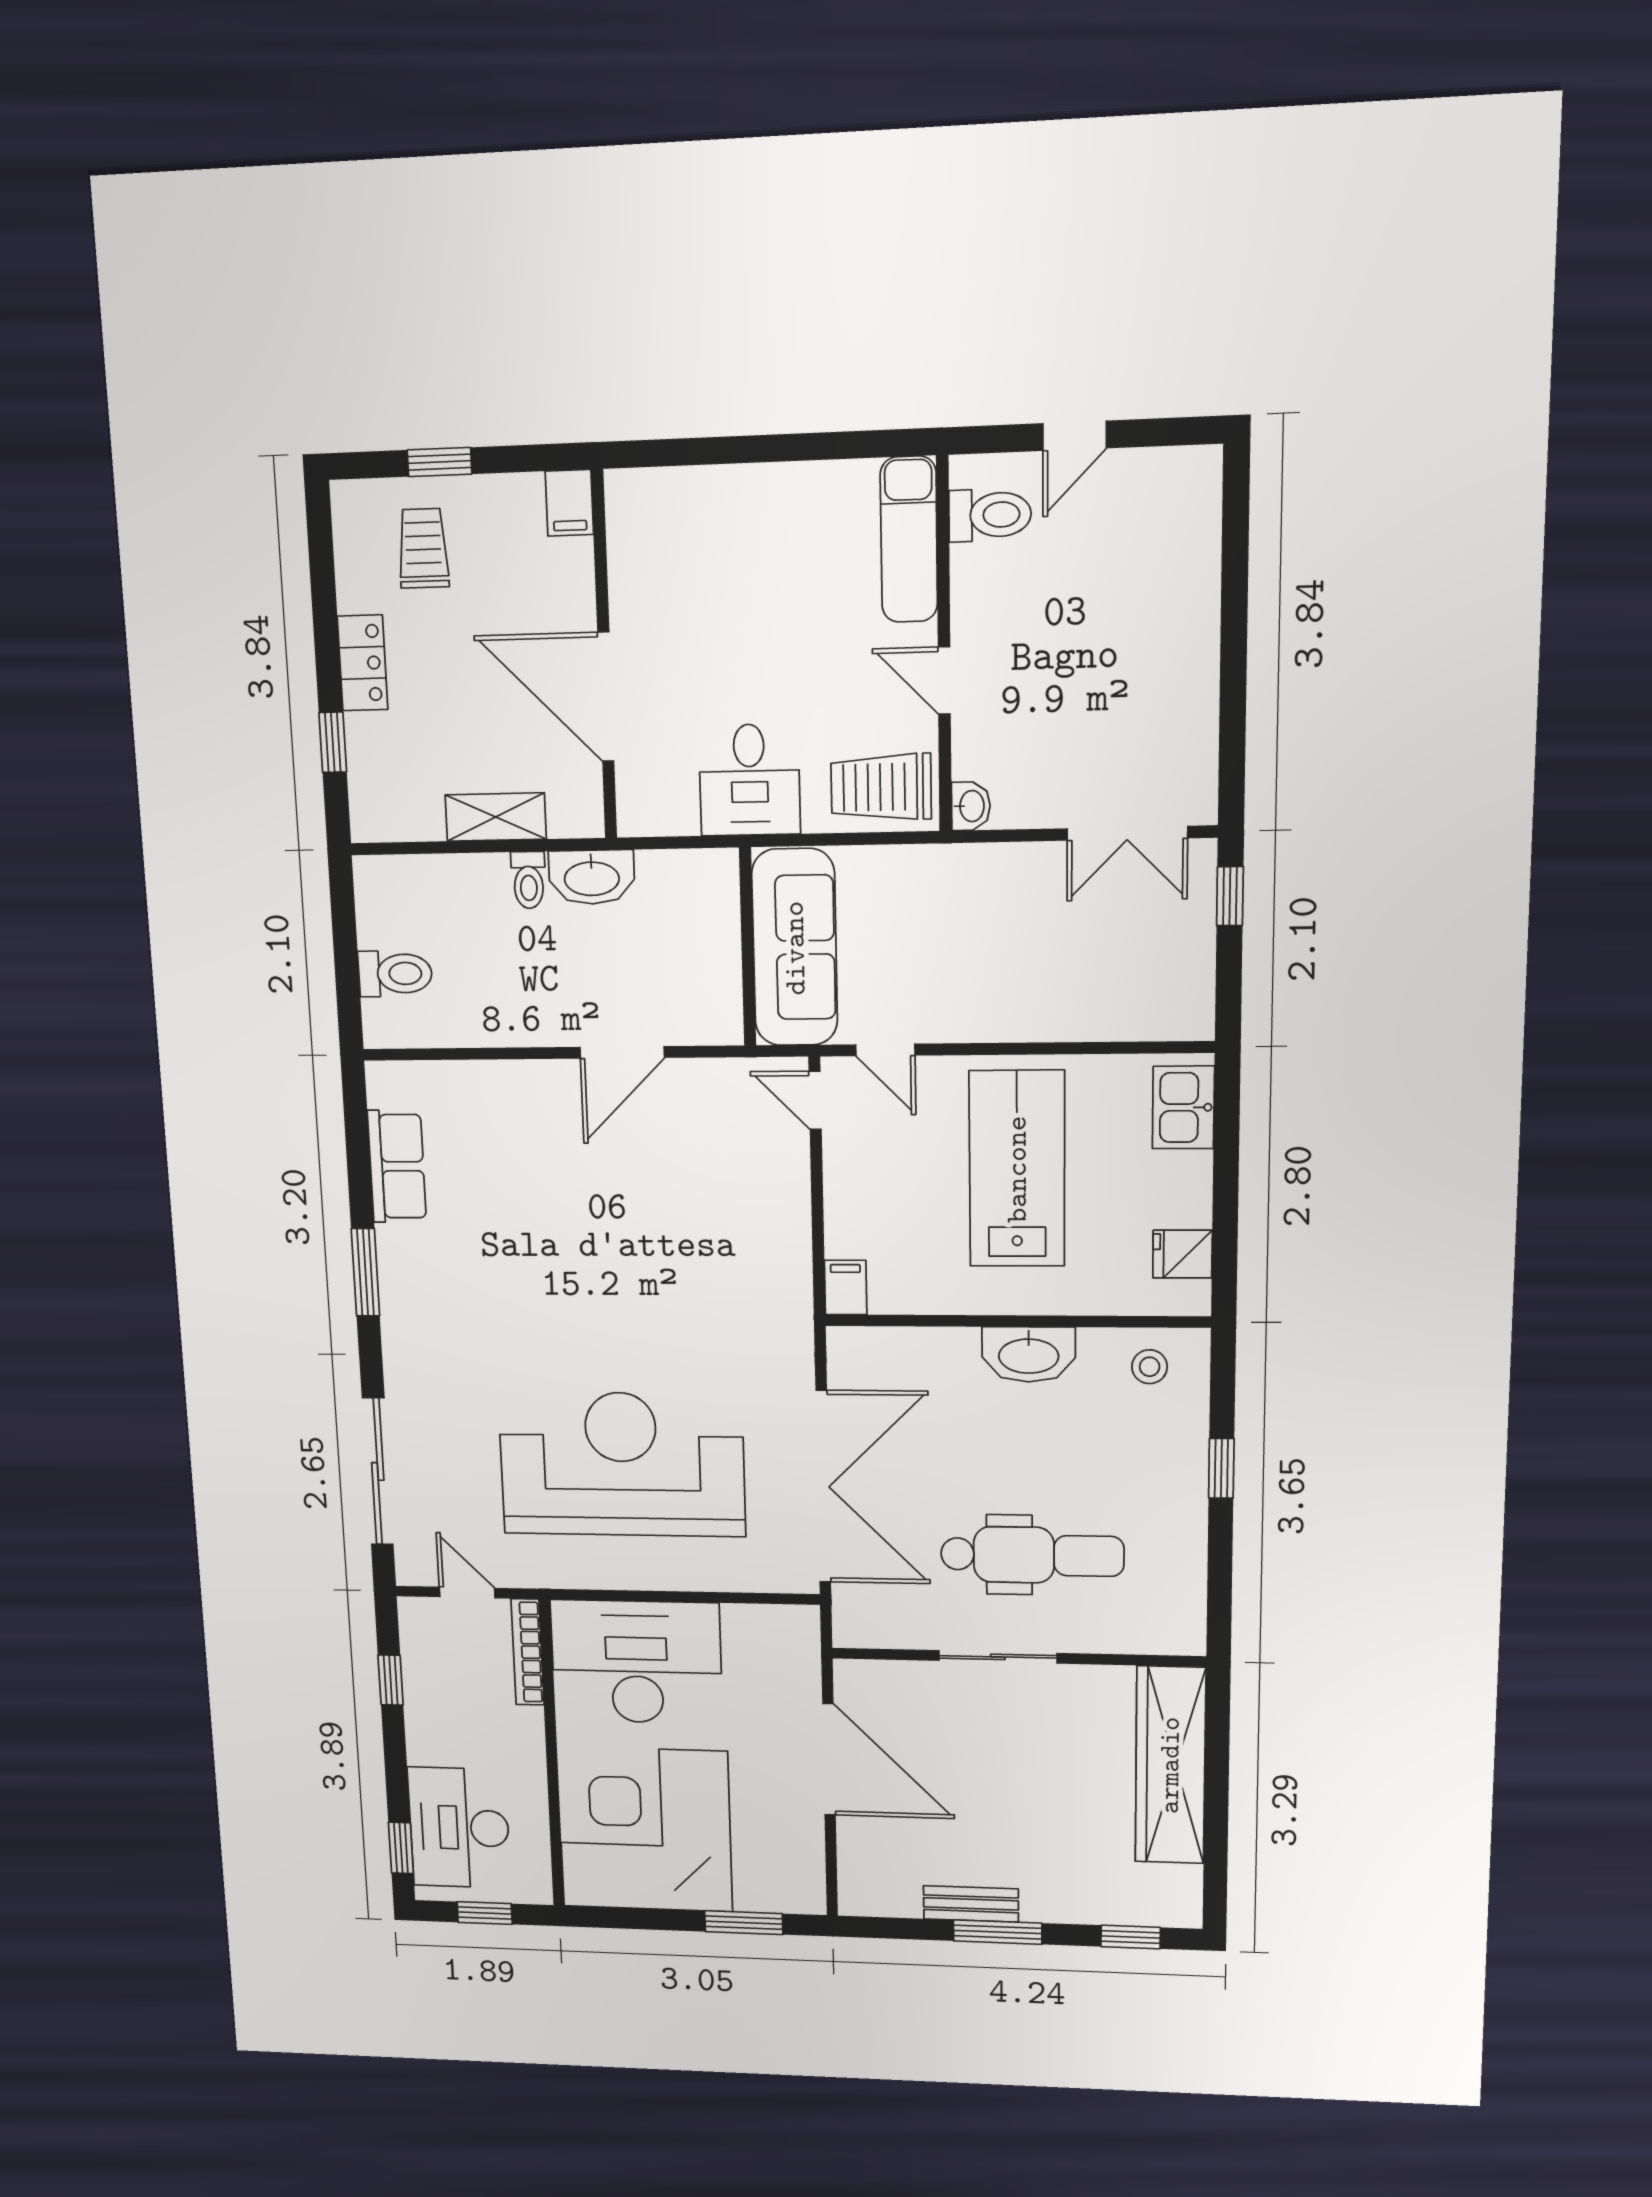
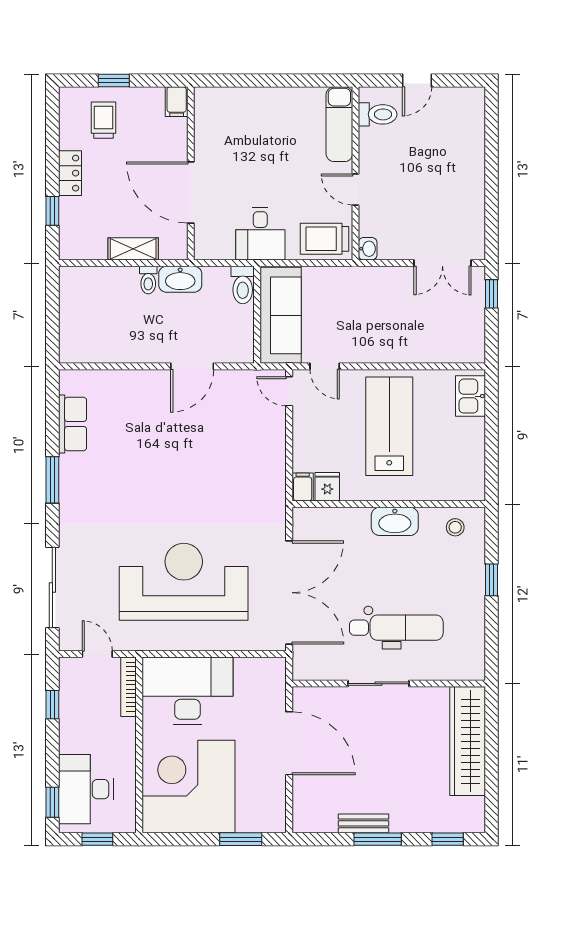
toilet: (395, 974) -> (243, 285), moved, turned 90
fridge: (1182, 1254) -> (327, 487), moved, turned 90

